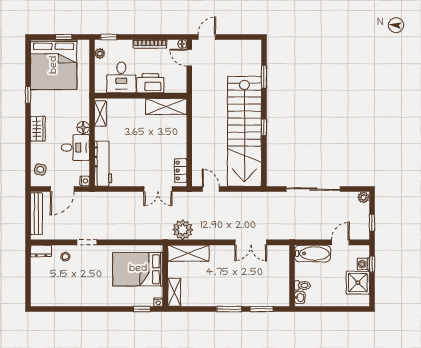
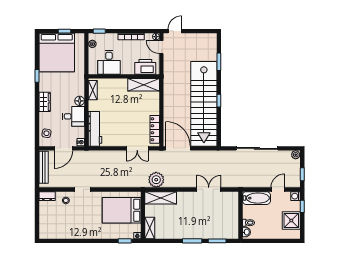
printer: (150, 83) -> (145, 67), moved
locker: (181, 171) -> (155, 129), width x1.53
door: (211, 189) -> (178, 148), width x1.87
double door: (251, 242) -> (209, 189), swing flipped
washing machine: (363, 264) -> (296, 196), moved

